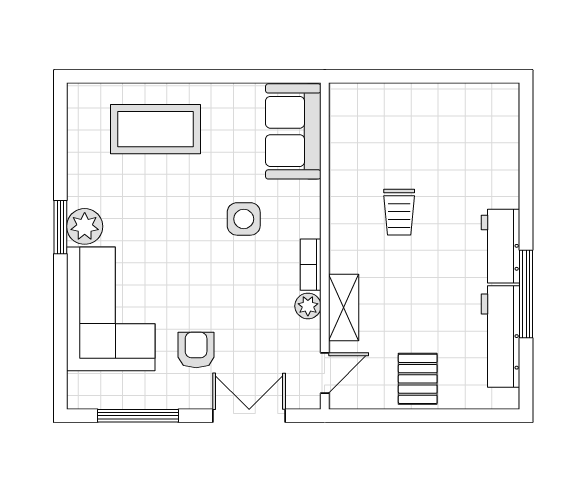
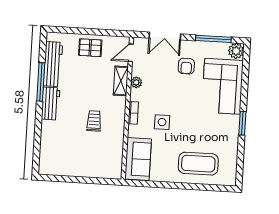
plant: (85, 226) -> (236, 51), moved
bookcase: (311, 265) -> (133, 113), moved
pallet: (418, 379) -> (90, 48), turned 90

